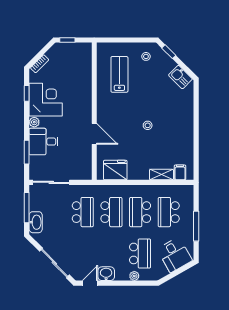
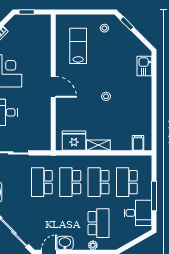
kitchen sink: (180, 77) -> (144, 66), moved, turned 45
door: (94, 134) -> (53, 87), moved
shelving: (161, 175) -> (98, 145), moved
school desk: (83, 212) -> (42, 182), turned 180
school desk: (111, 212) -> (70, 182), turned 180
desk: (175, 255) -> (138, 213), moved, turned -60

